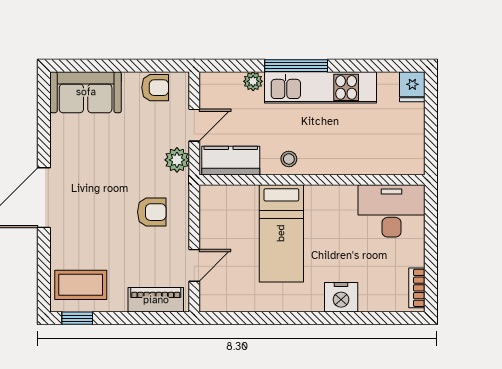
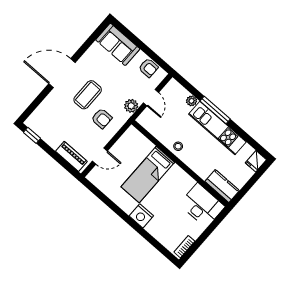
door: (194, 125) -> (151, 98), hinge flipped
kitchen counter: (231, 161) -> (222, 186), moved
coffee table: (81, 285) -> (88, 95), moved, turned 90
nightstand: (341, 297) -> (141, 216), moved

